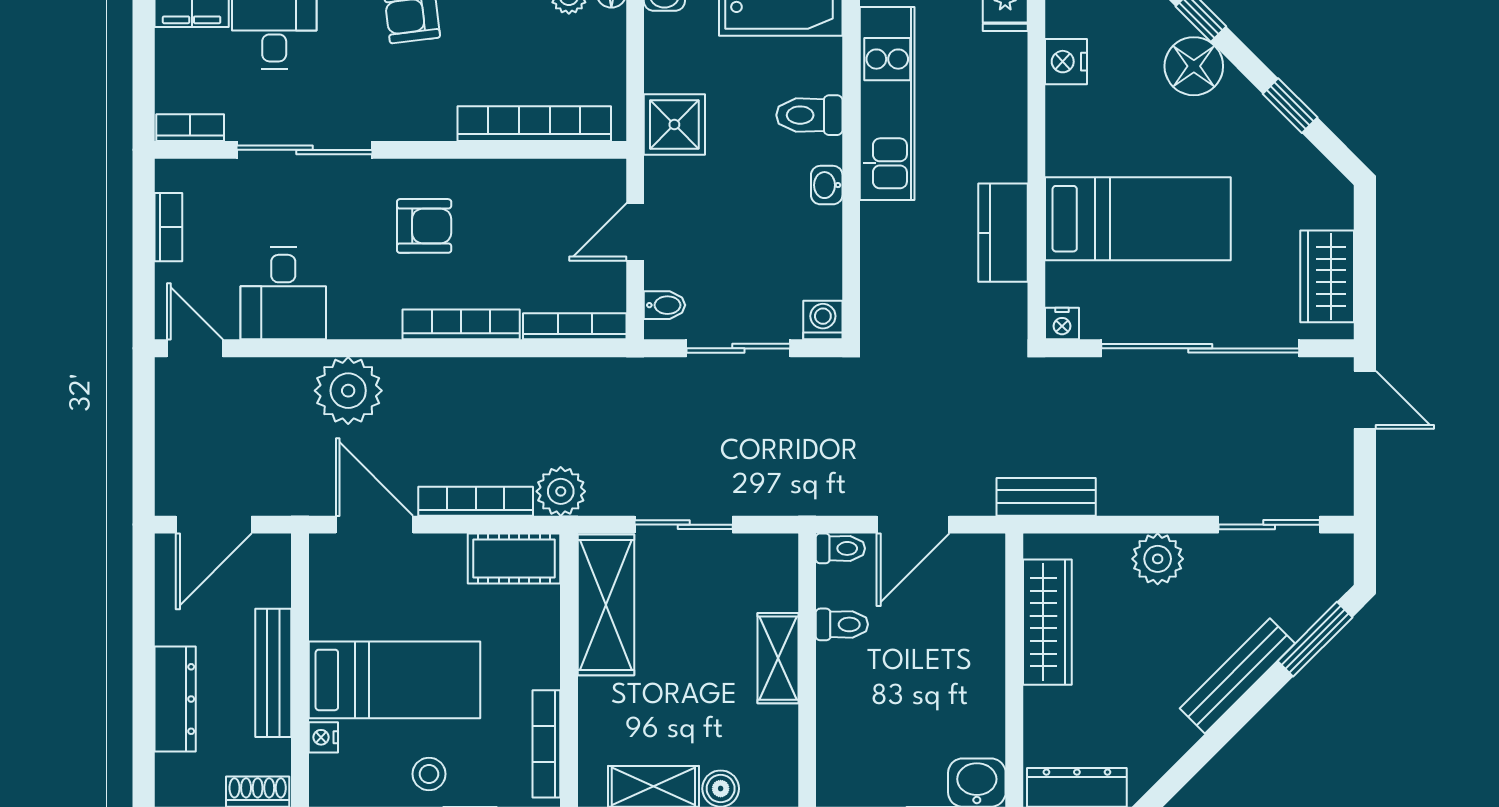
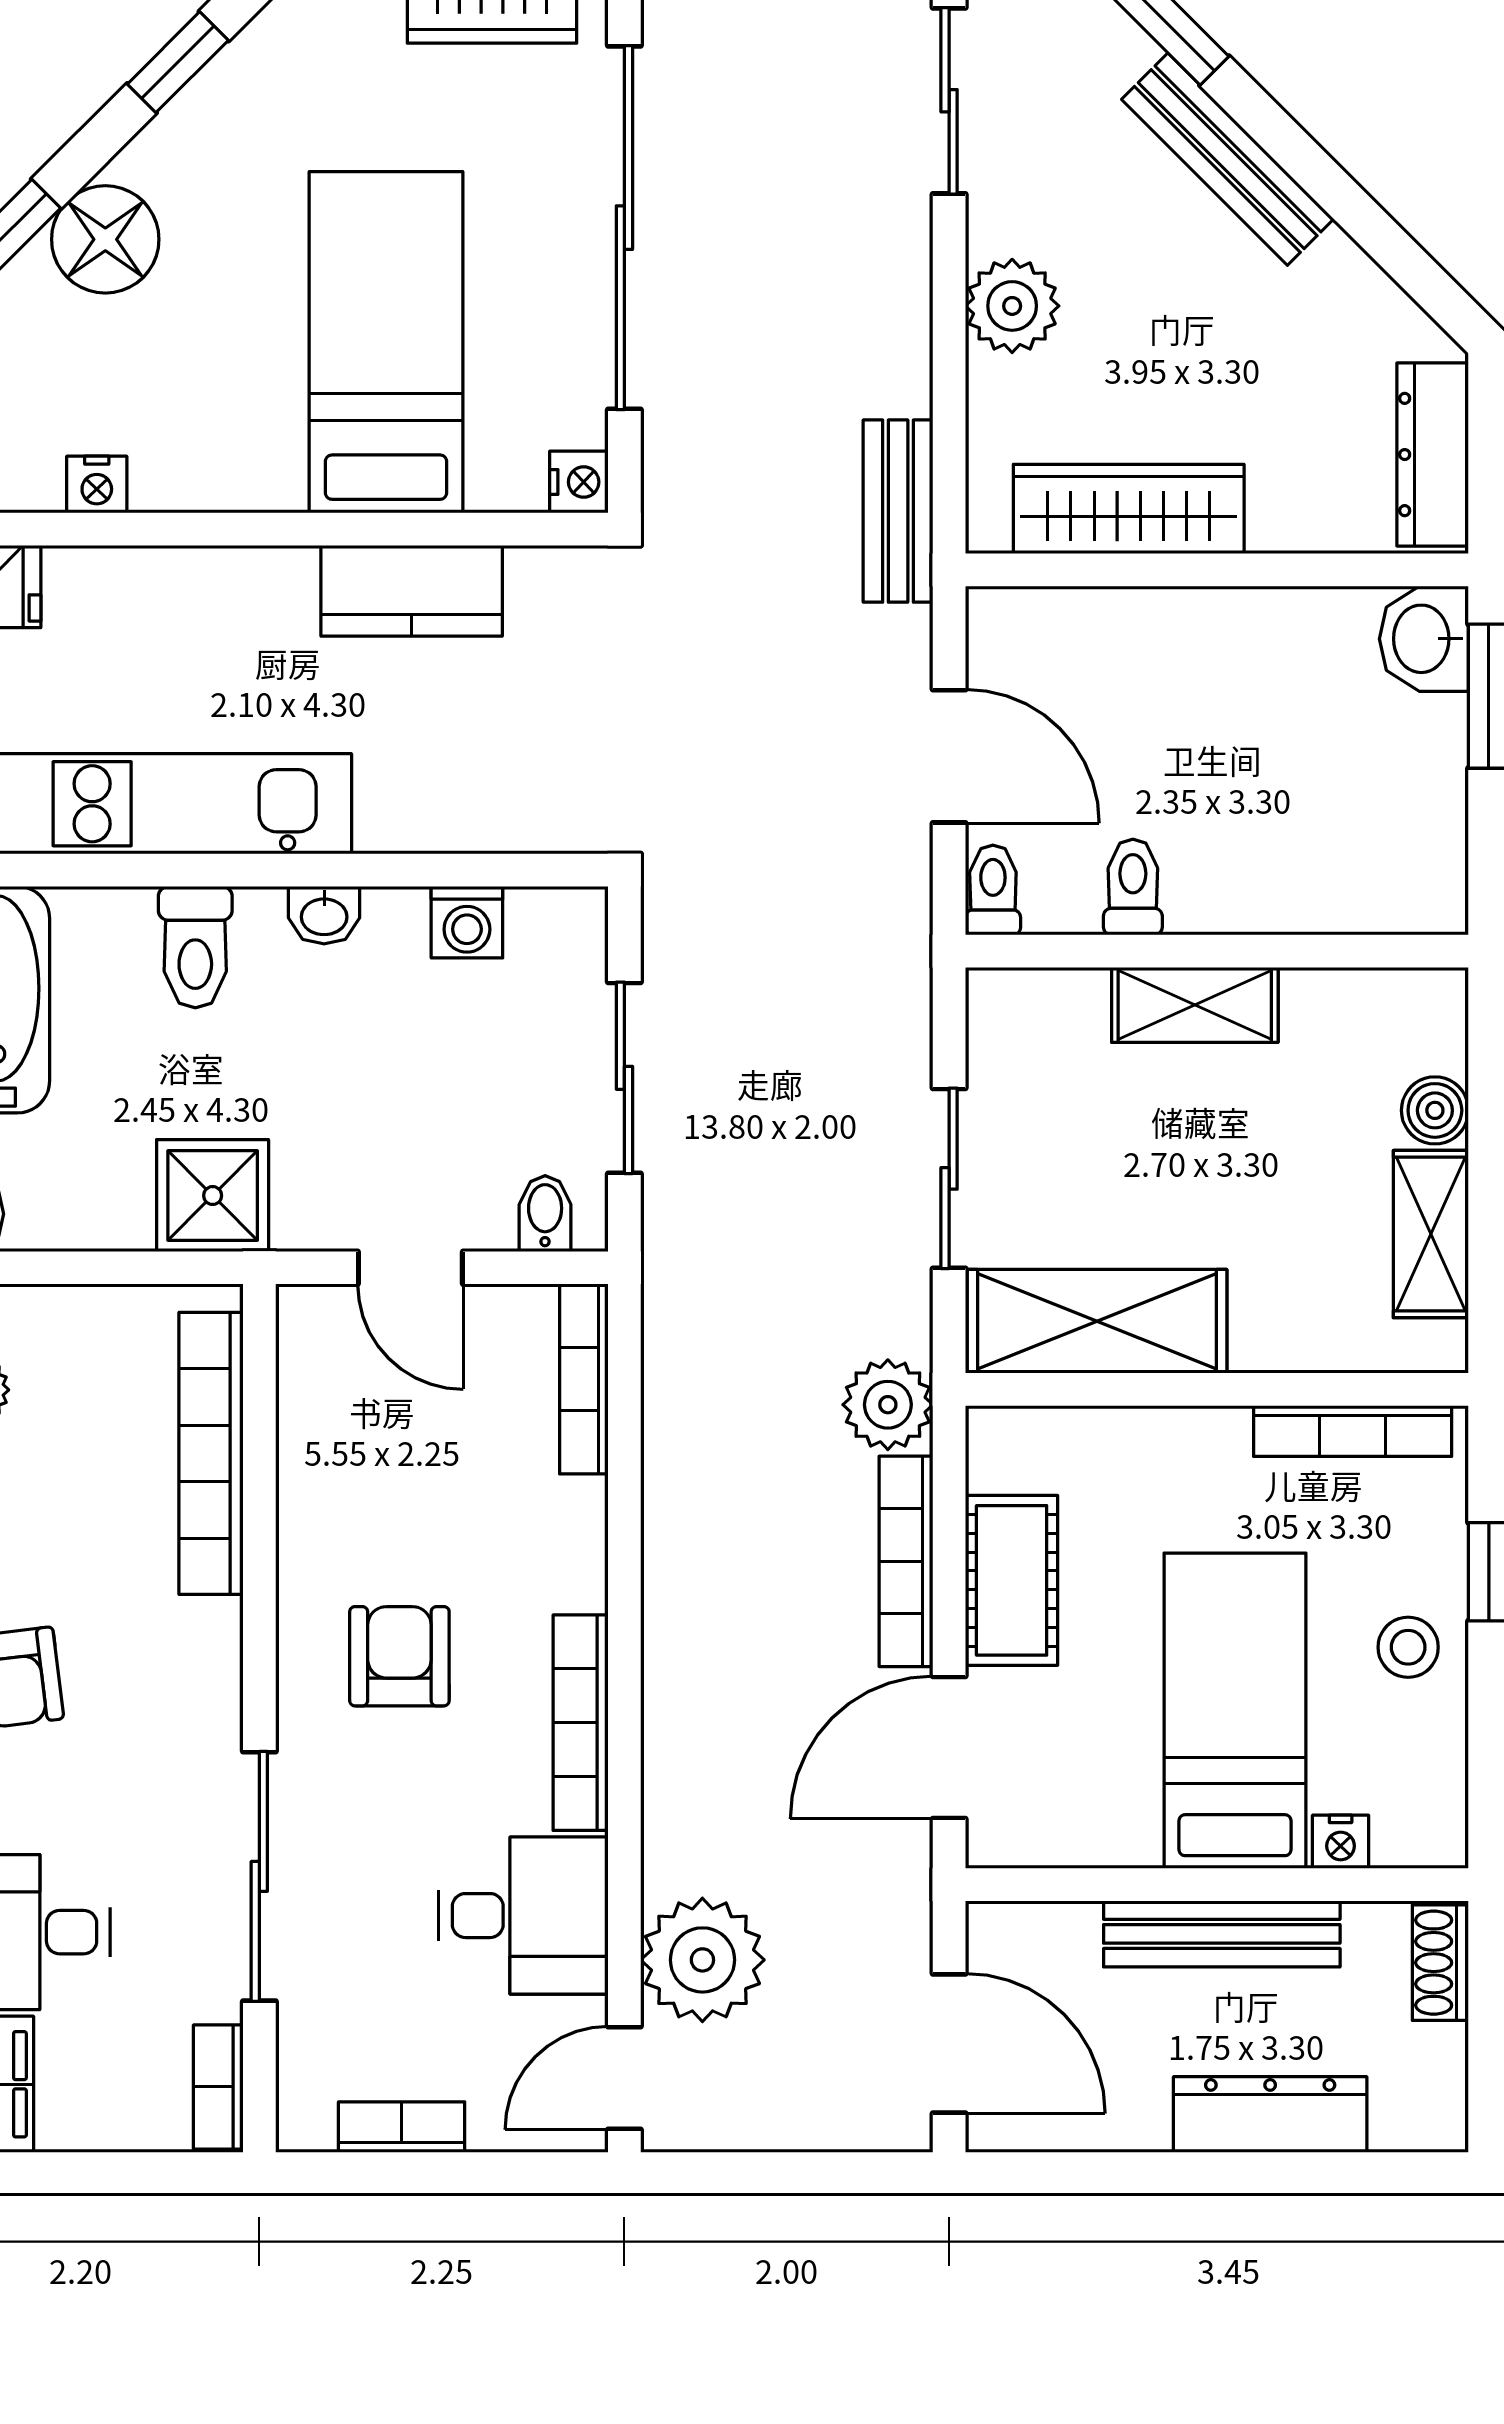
nightstand: (1066, 62) -> (97, 485), width x0.72, depth x0.74
washing machine: (823, 320) -> (467, 922), moved, turned -90
bookcase: (461, 324) -> (581, 1723), moved
plant: (348, 391) -> (702, 1960), moved
cot: (514, 559) -> (1012, 1580), moved

